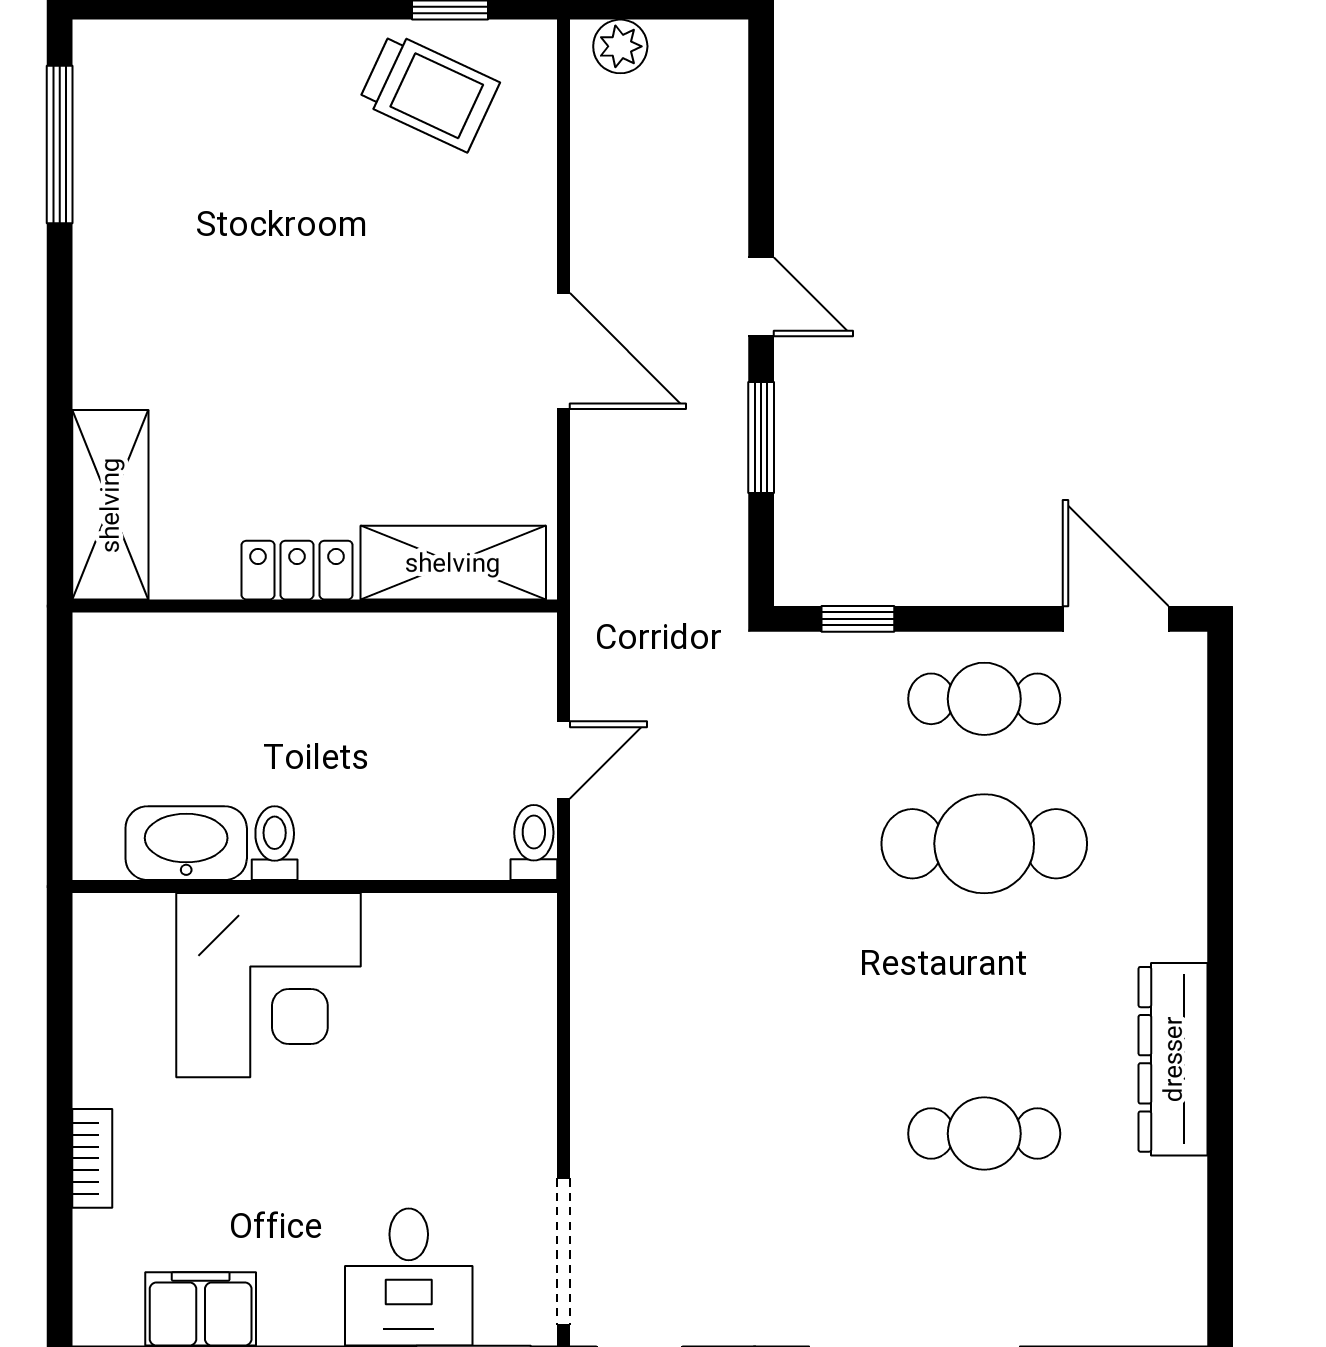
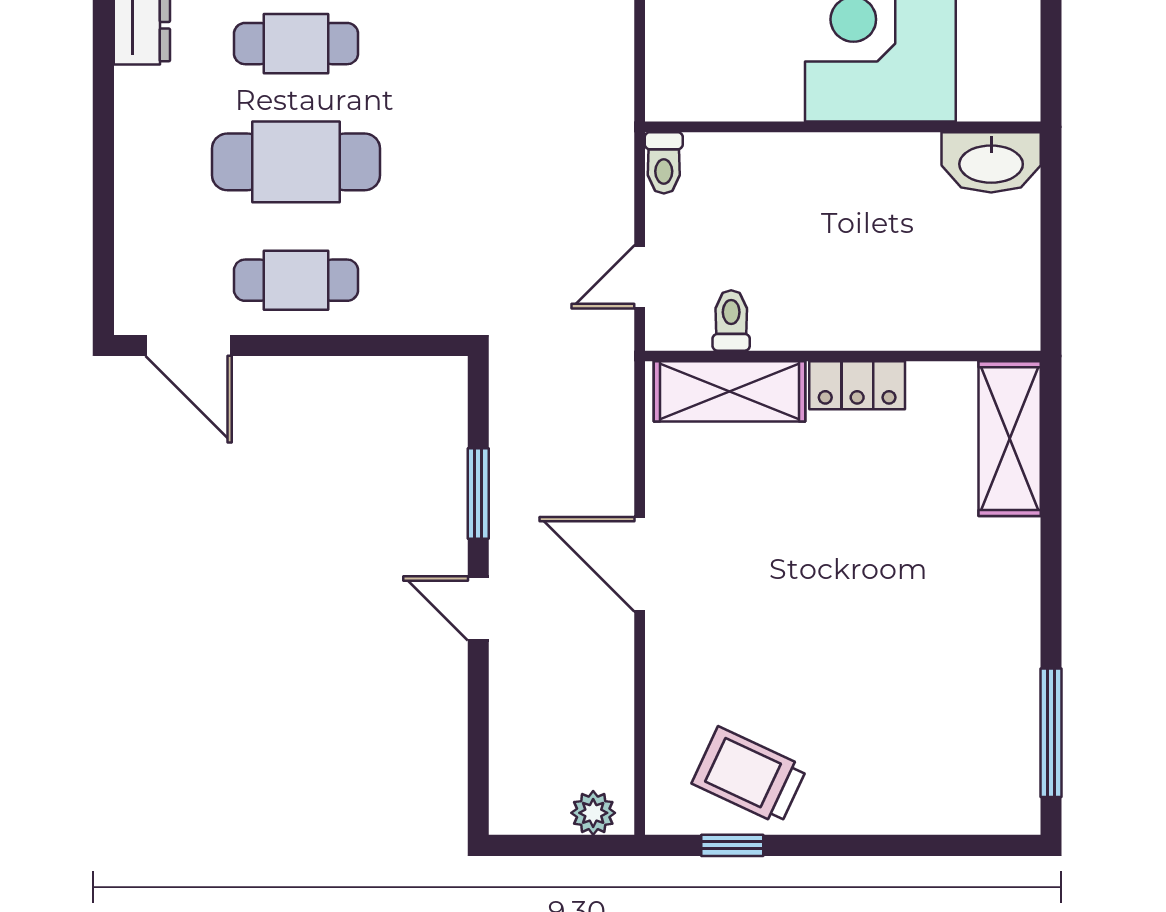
window: (858, 619) -> (399, 346), removed
door: (563, 760) -> (640, 277), moved
washbasin: (186, 843) -> (991, 162), moved
toilet: (275, 843) -> (731, 320), moved, turned 180
cafe table: (984, 989) -> (296, 44), added

